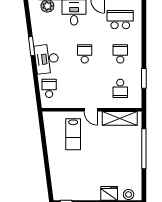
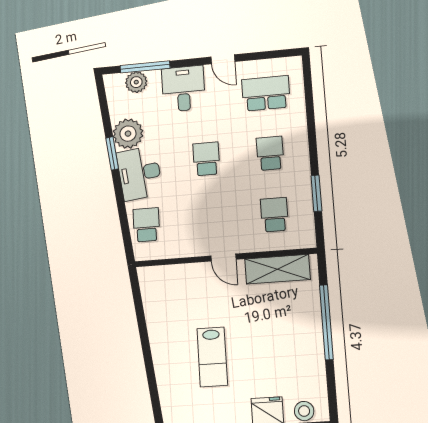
plant: (41, 36) -> (128, 134), added
school desk: (120, 88) -> (274, 215), turned 180
lab bench: (73, 134) -> (212, 357), moved

